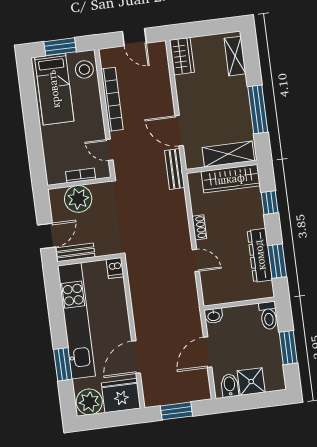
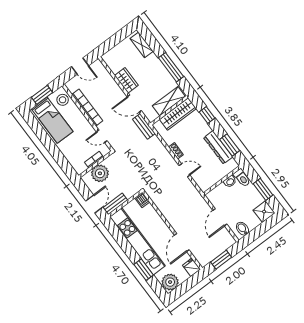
wardrobe: (182, 56) -> (126, 80), moved
washbasin: (214, 316) -> (230, 182), moved
shower: (251, 382) -> (264, 212), moved
fridge: (121, 396) -> (191, 267), width x0.53, depth x0.75

